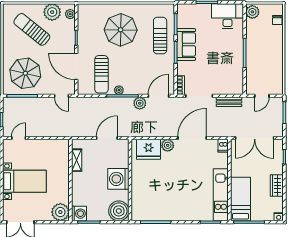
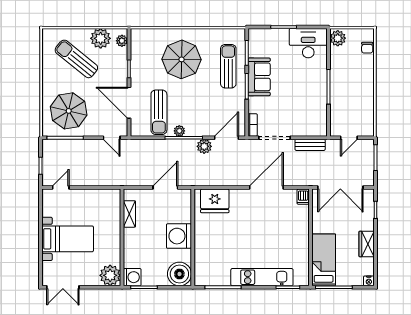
plant: (168, 145) -> (237, 196), removed
kitchen unit: (221, 195) -> (262, 277), moved, turned 90

